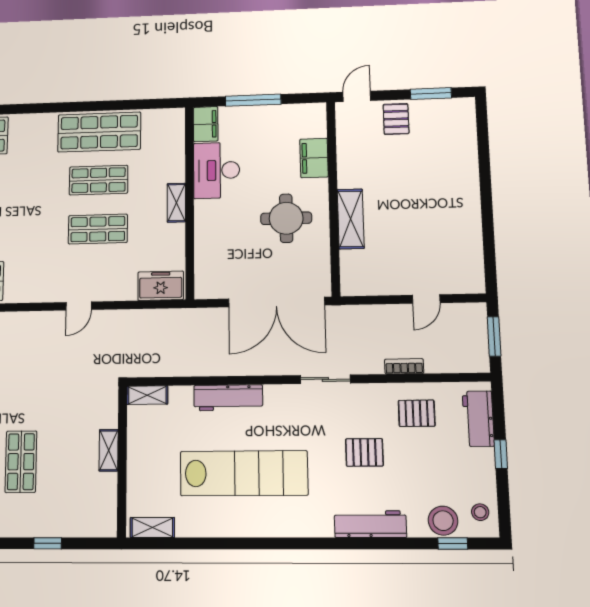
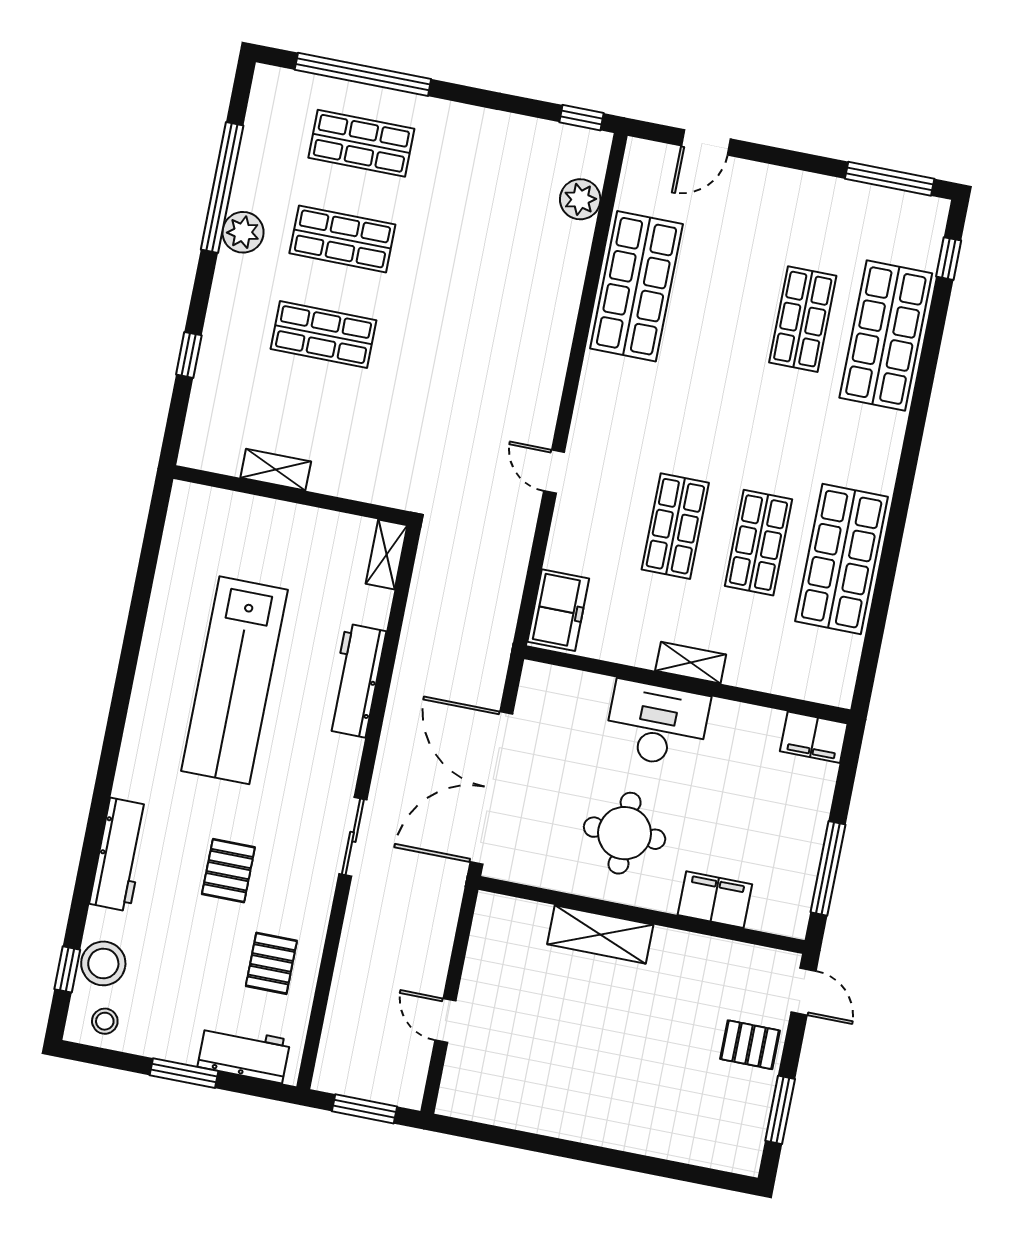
window: (253, 100) -> (828, 868), moved
desk: (217, 170) -> (657, 724), moved
bookcase: (404, 366) -> (347, 962), removed
shelving: (109, 450) -> (276, 470), moved
window: (501, 454) -> (184, 1073), width x1.50
shelving: (152, 527) -> (181, 523), removed

